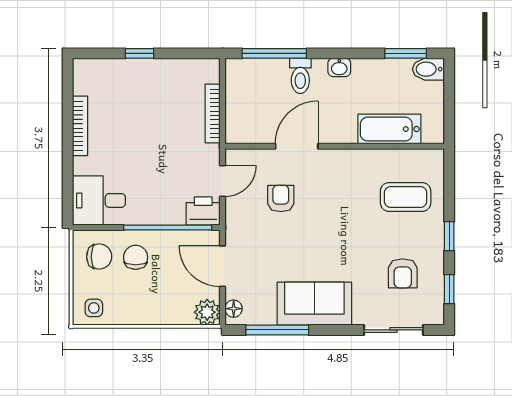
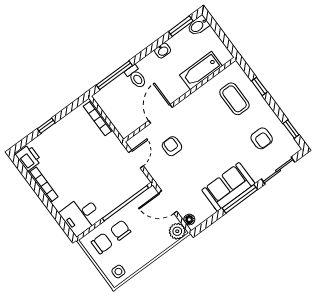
washbasin: (339, 67) -> (163, 51), moved
bookcase: (213, 113) -> (98, 118), moved
coffee table: (406, 197) -> (234, 99), turned 90
printer: (203, 211) -> (28, 158), moved, turned 90
window: (449, 236) -> (259, 86), moved
window: (277, 330) -> (240, 199), moved

